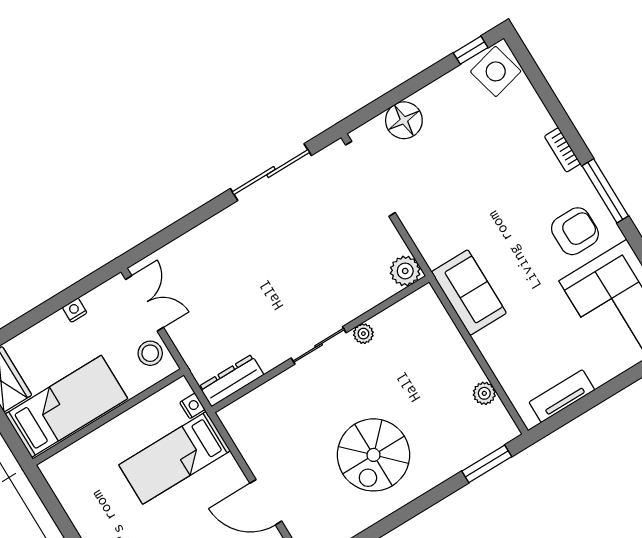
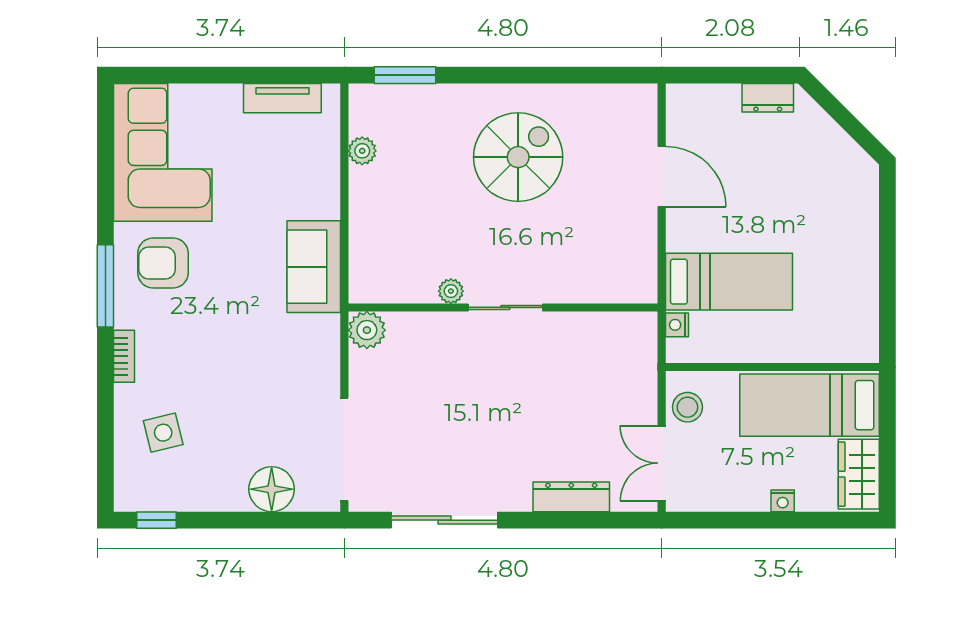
side table: (496, 71) -> (163, 433), moved, width x0.73, depth x0.73
nightstand: (75, 310) -> (783, 501), moved
dresser: (231, 381) -> (571, 497), moved, turned 180

